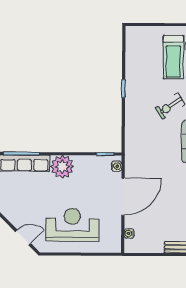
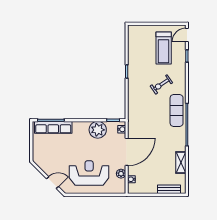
plant: (62, 167) -> (98, 130), moved
plant: (115, 226) -> (121, 174), added

